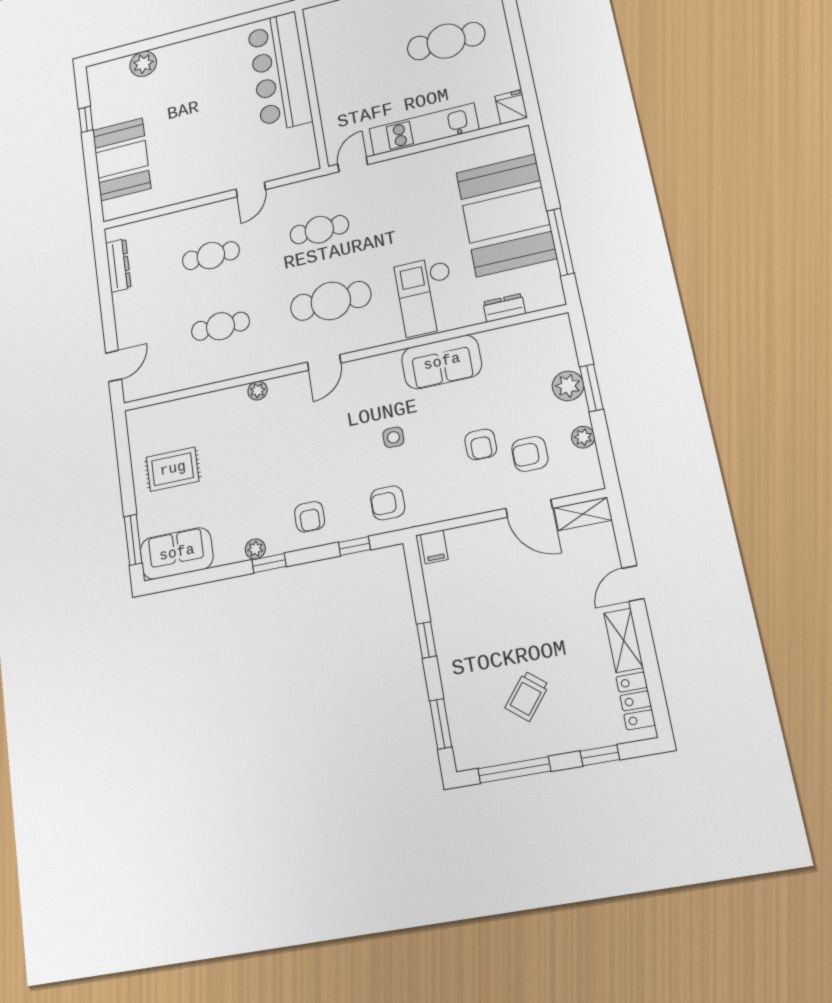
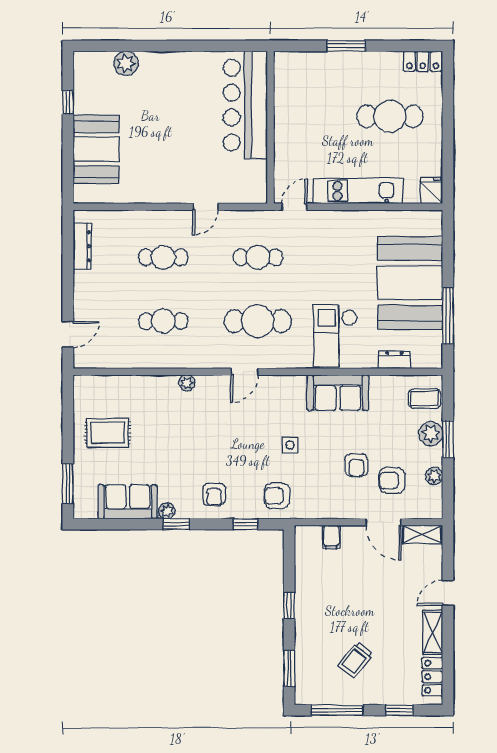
coffee table: (551, 345) -> (425, 399), added
filing cabinet: (434, 547) -> (331, 537), moved
sofa: (177, 553) -> (128, 502), moved

